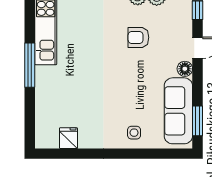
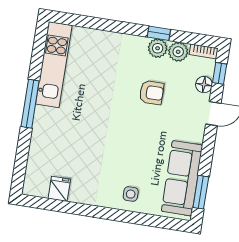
armchair: (138, 37) -> (152, 93), turned 180
floor lamp: (185, 69) -> (204, 85), moved

